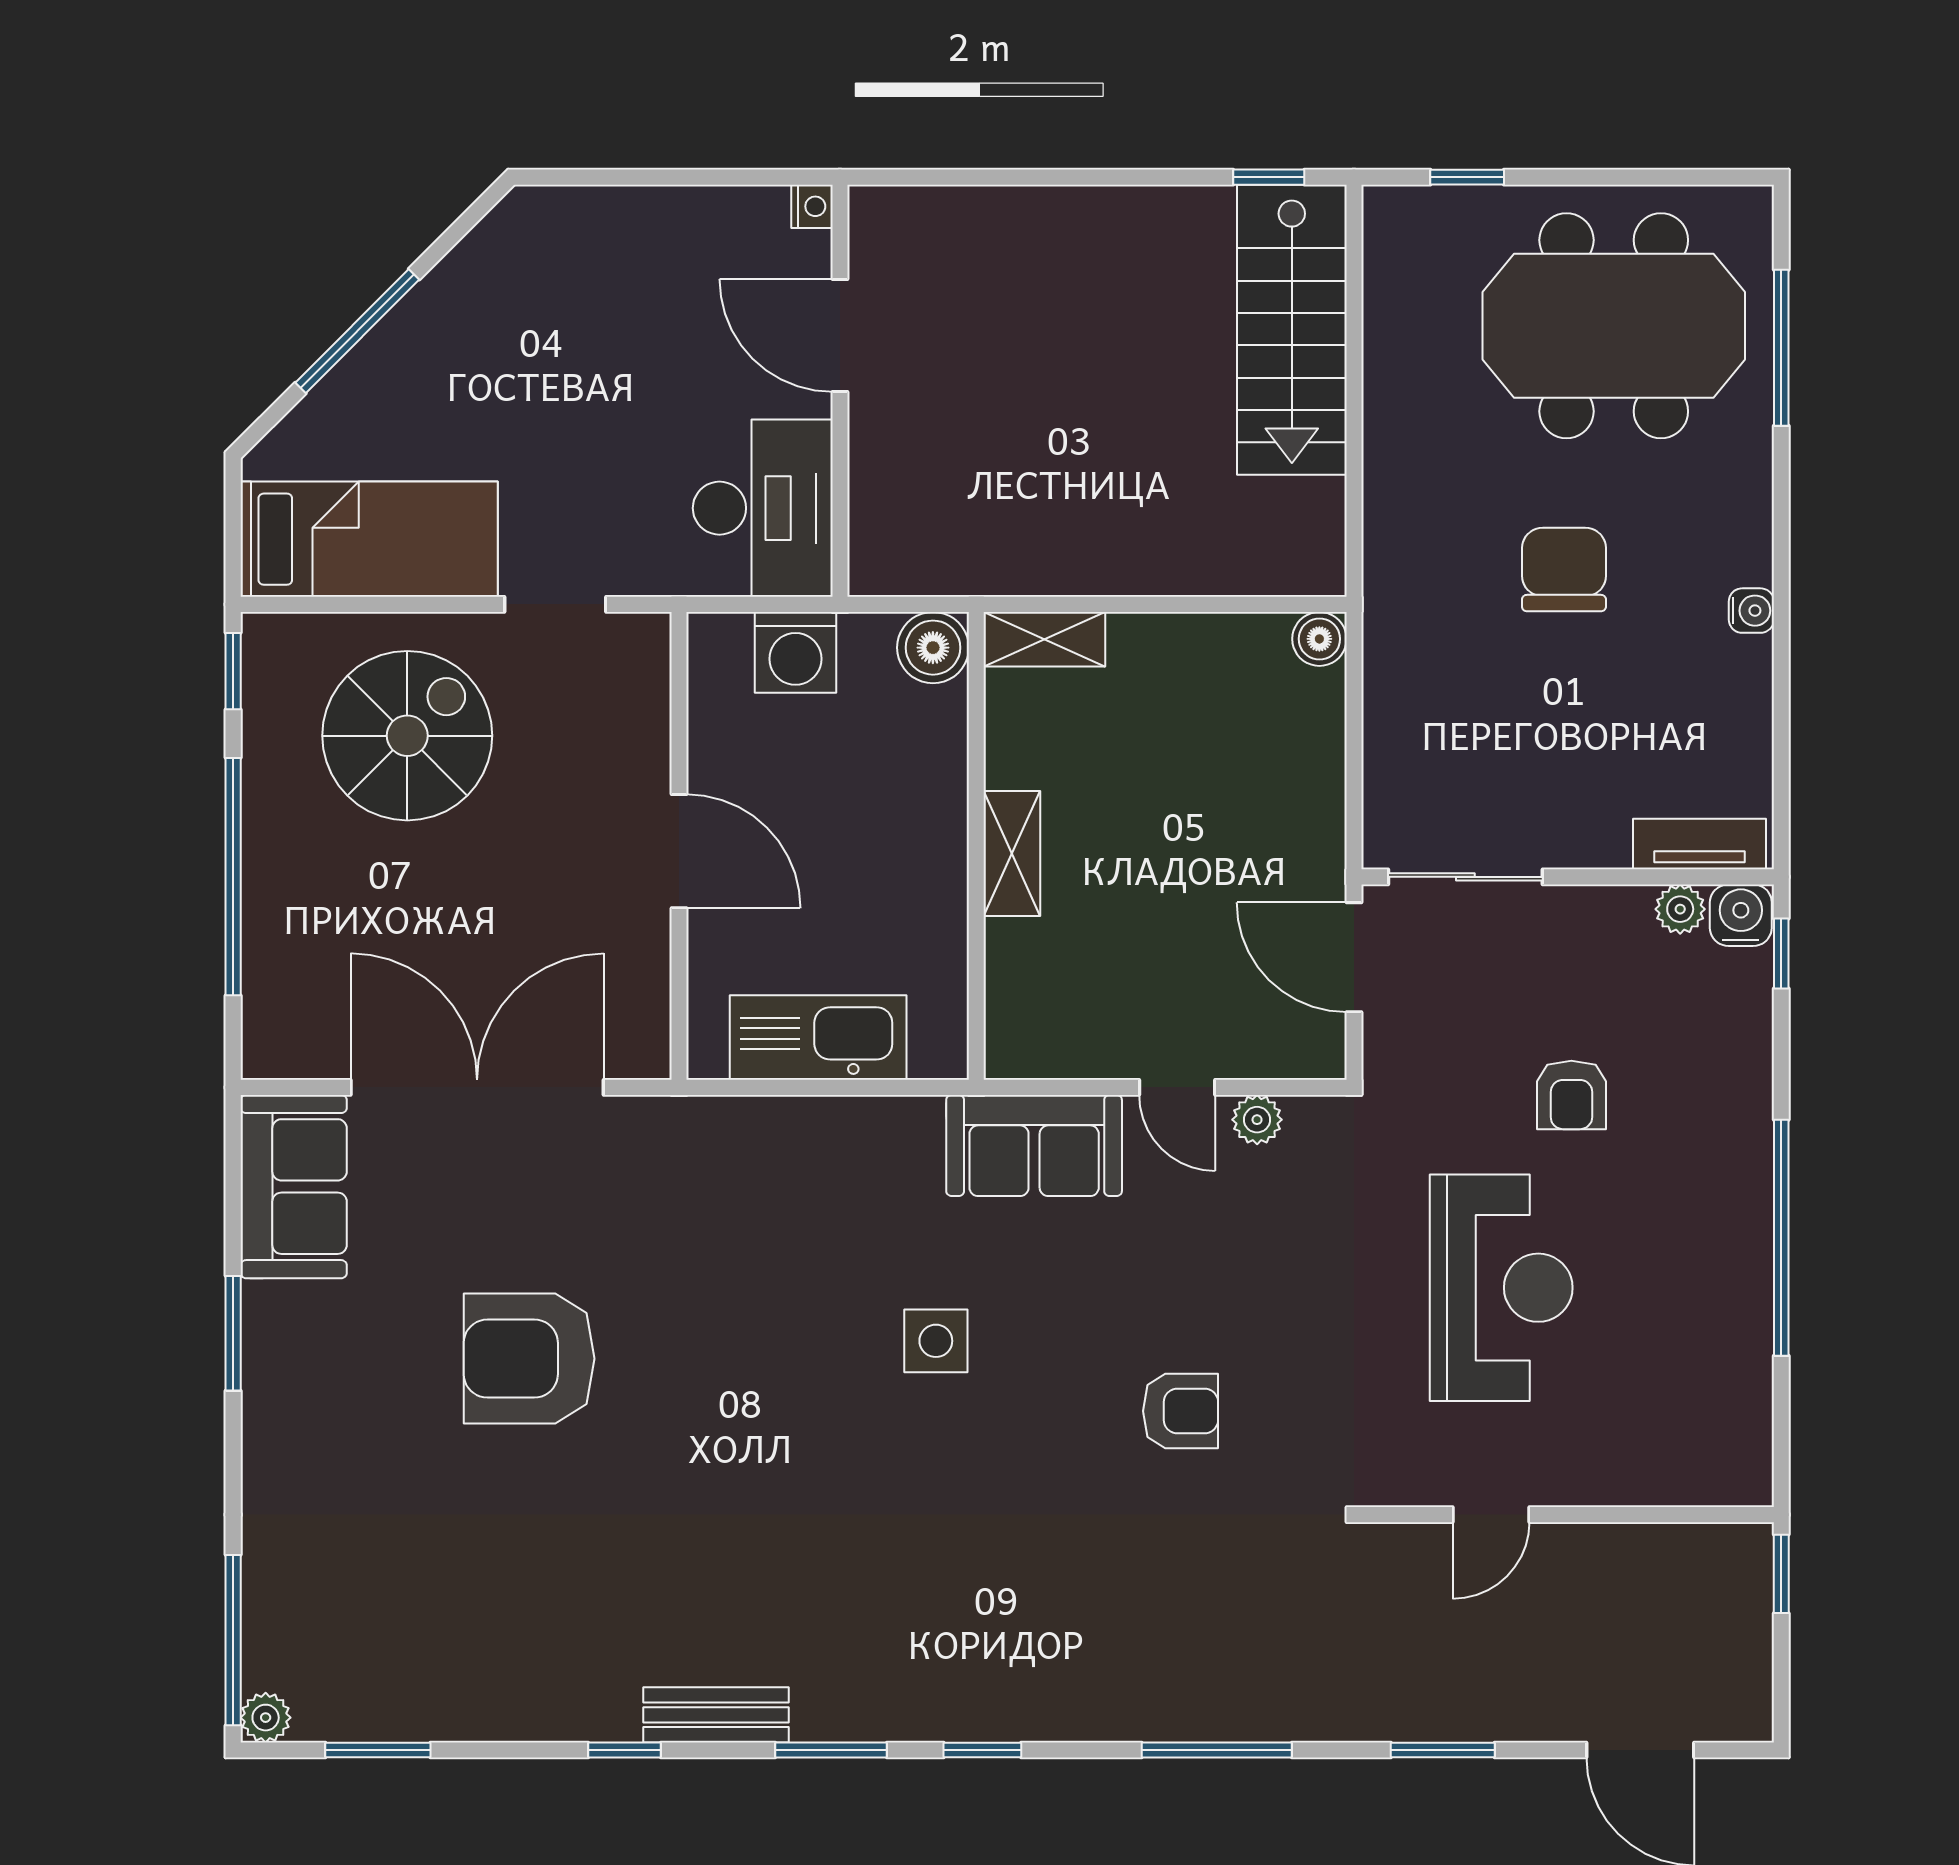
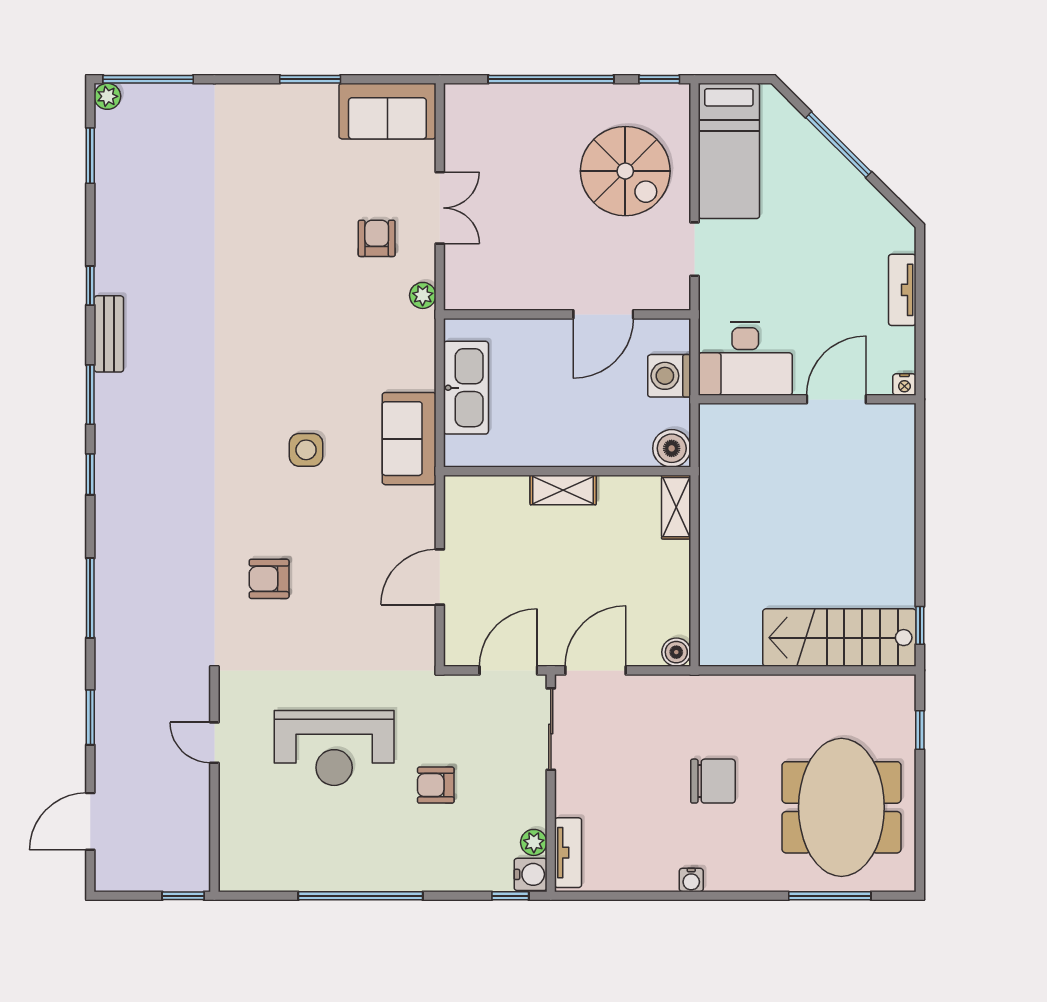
tv unit: (633, 210) -> (902, 290), added
door: (1354, 792) -> (595, 670), added
door: (679, 851) -> (603, 314), moved
double door: (477, 1087) -> (440, 208), width x0.54
door: (1177, 1087) -> (440, 577), width x1.38
plant: (1257, 1120) -> (423, 295), moved
sofa: (1034, 1146) -> (409, 439), moved
armchair: (529, 1359) -> (377, 238), moved, width x0.53, depth x0.53
armchair: (1180, 1411) -> (269, 579), turned 90

